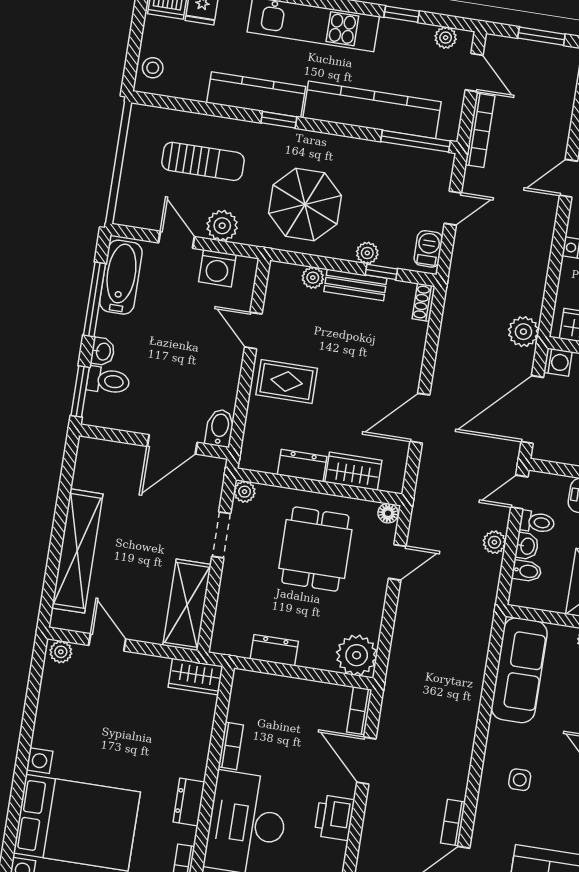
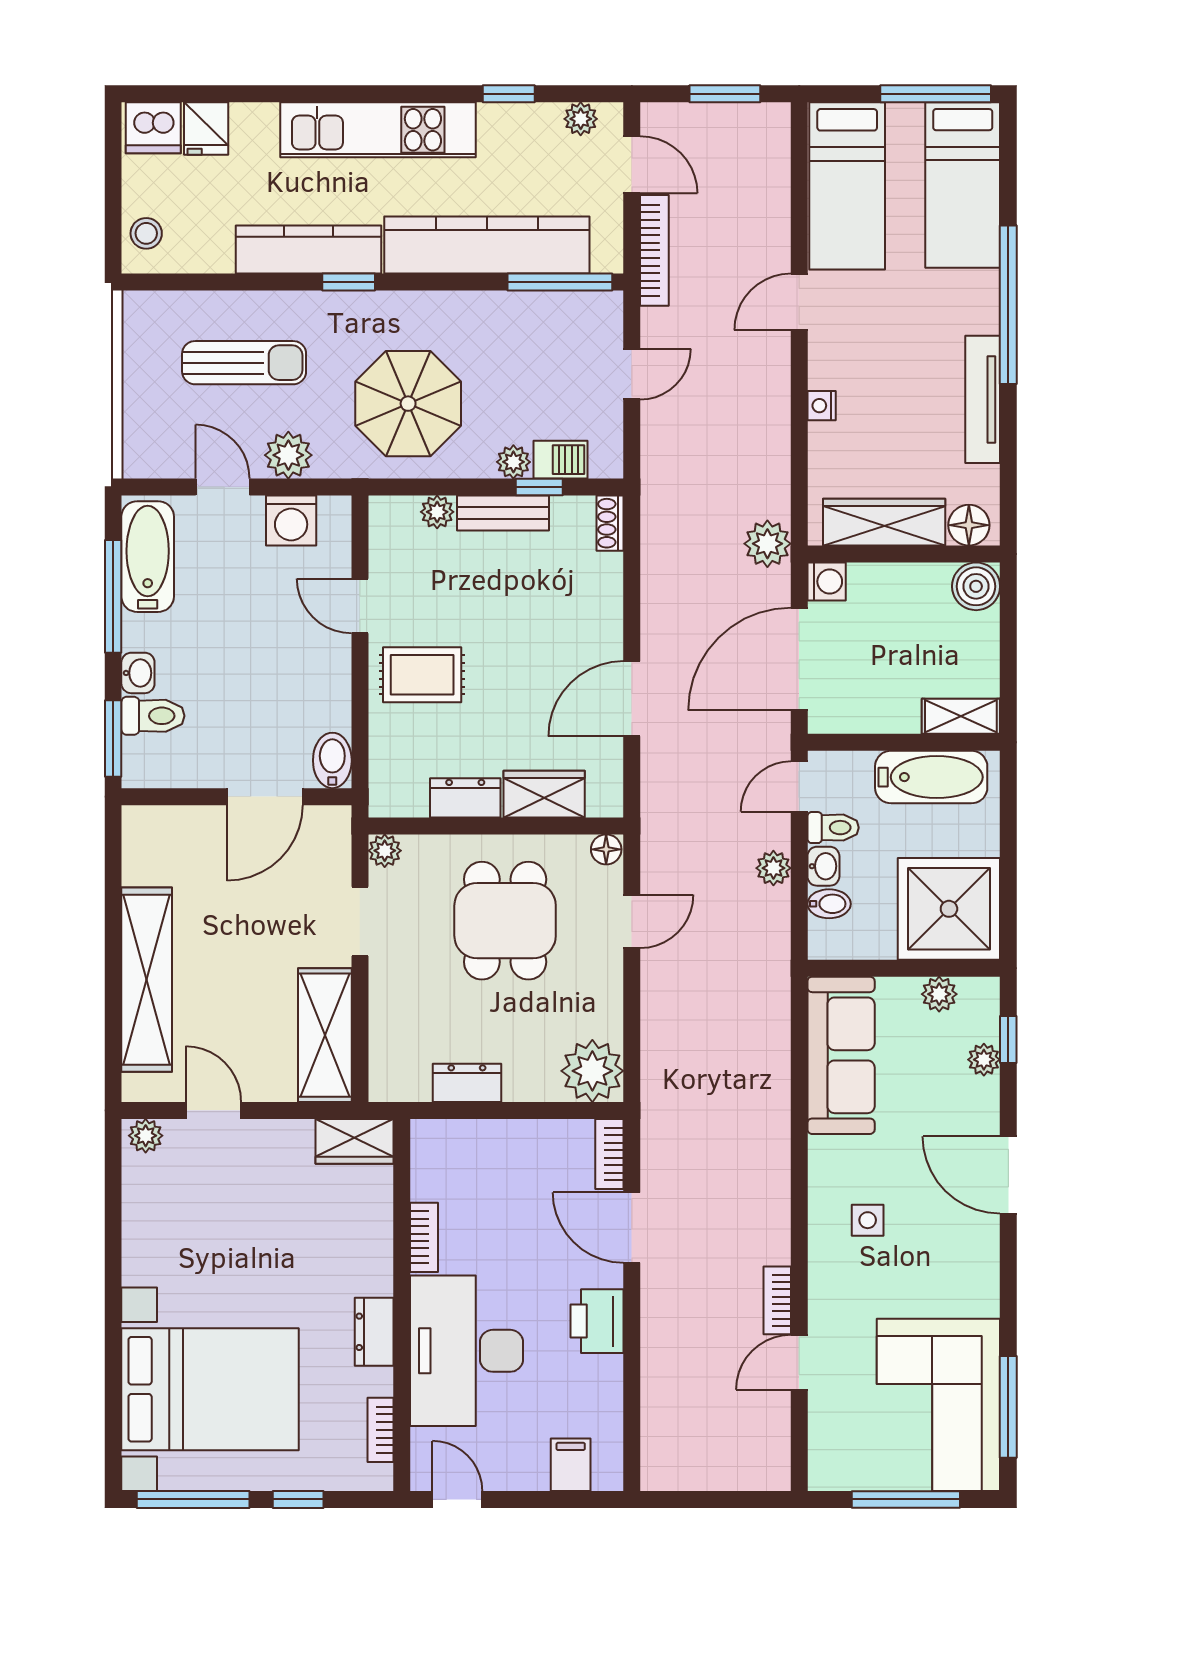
barbecue: (428, 249) -> (560, 460), moved, turned 90

